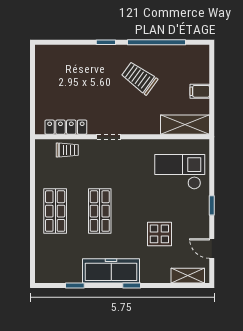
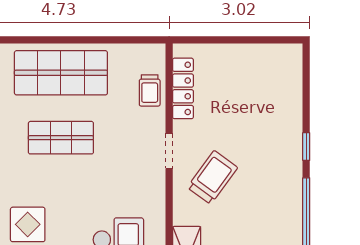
trolley: (139, 78) -> (212, 177), moved
shop shelf: (55, 211) -> (61, 73), width x1.43, depth x1.36

